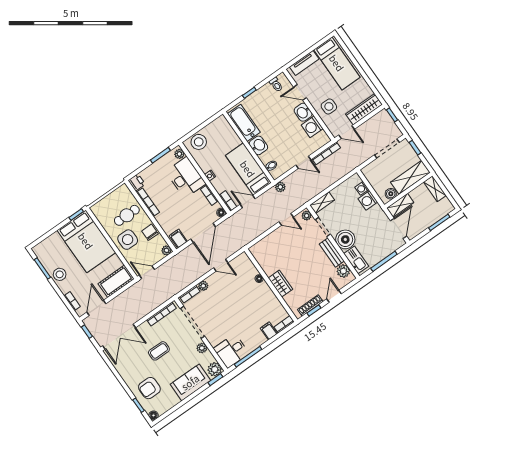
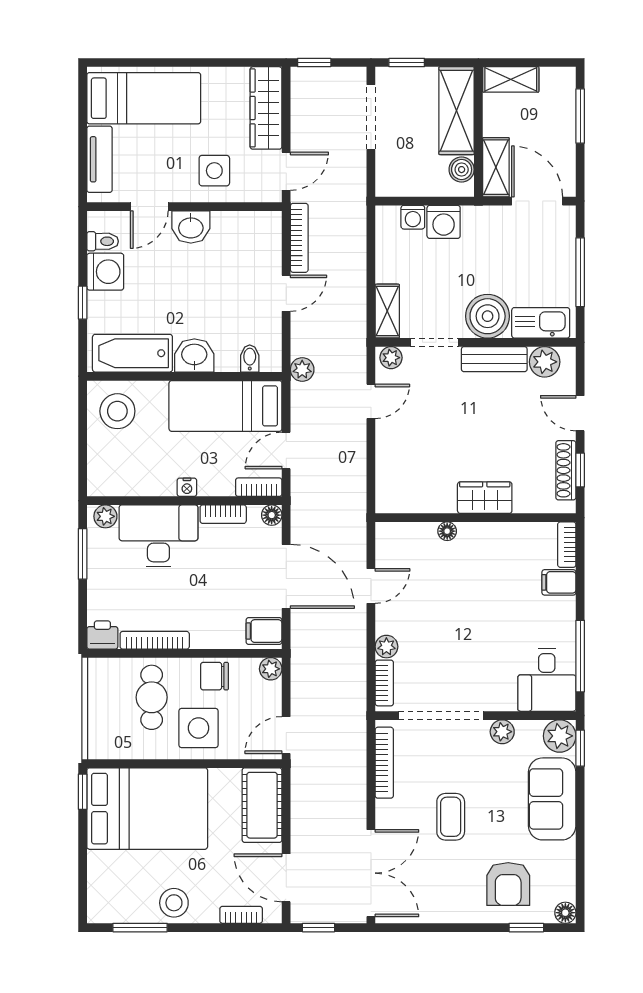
washing machine: (312, 127) -> (105, 272), moved, turned -90
stool: (199, 142) -> (117, 411), moved

